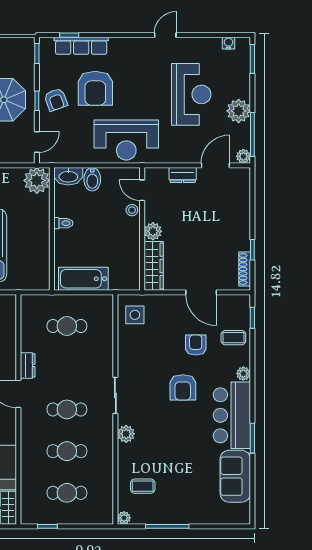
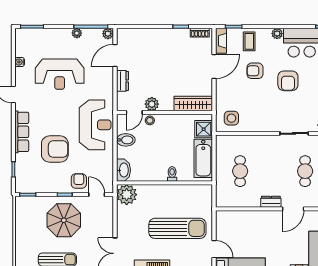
water cooler: (229, 43) -> (20, 62), moved
row of seats: (81, 46) -> (22, 132), moved
reception desk: (191, 94) -> (60, 74), turned 180
armchair: (56, 100) -> (79, 181), moved, turned -70
plant: (239, 111) -> (77, 33), width x0.53, depth x0.53
door: (215, 165) -> (115, 55), hinge flipped
bidet: (92, 179) -> (126, 140), moved
toilet: (63, 223) -> (172, 174), moved
plant: (153, 231) -> (152, 104), moved
shoe rack: (245, 269) -> (200, 33), width x0.70
shower: (121, 279) -> (204, 129), added
fireplace: (234, 301) -> (221, 41), added
armchair: (183, 387) -> (288, 81), turned 90

